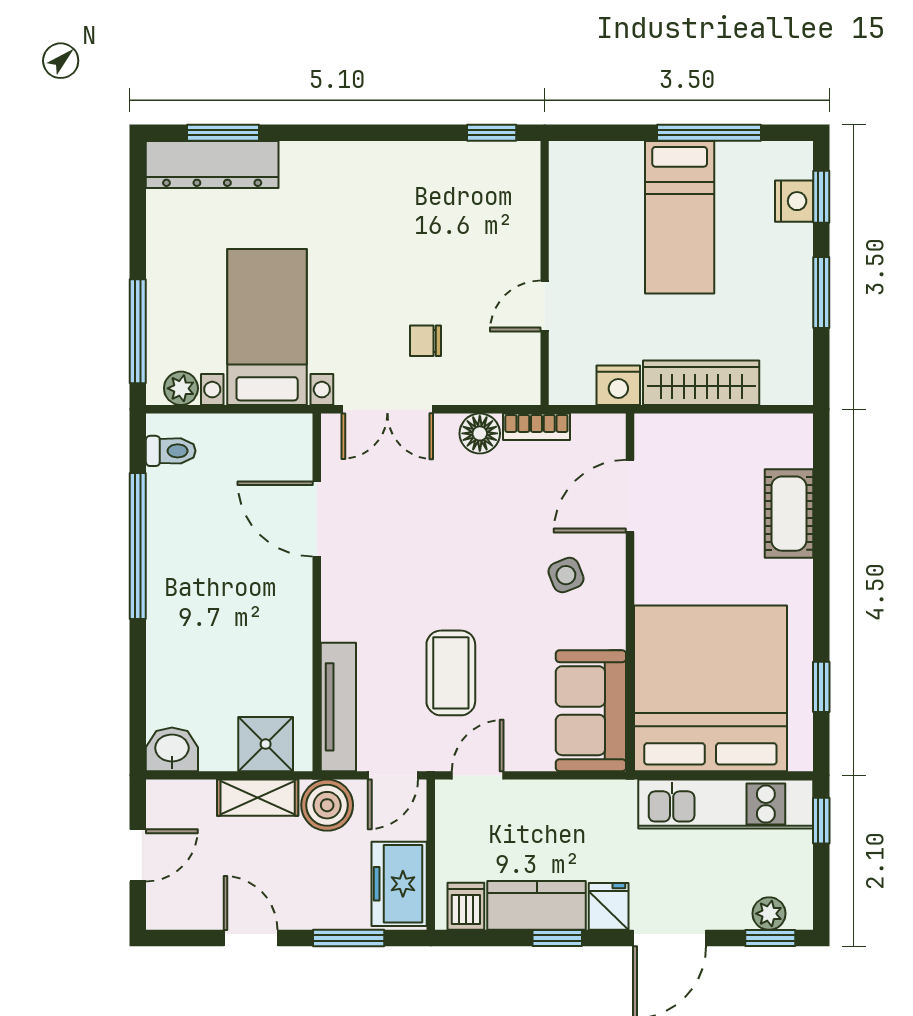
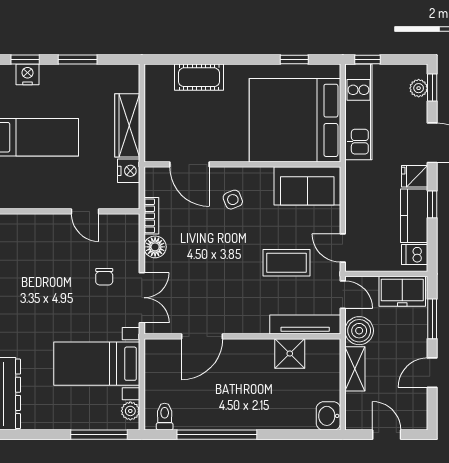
shower: (266, 744) -> (290, 354), moved

